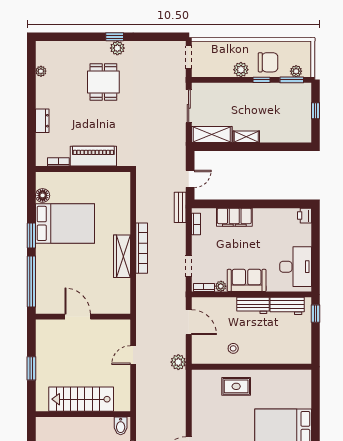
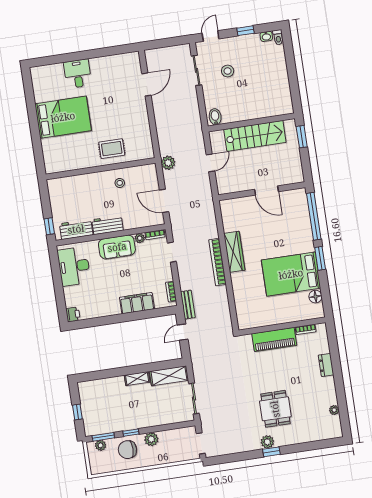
stairs: (81, 399) -> (255, 136), moved
wall: (83, 414) -> (251, 122), moved
bidet: (121, 426) -> (215, 117), moved

